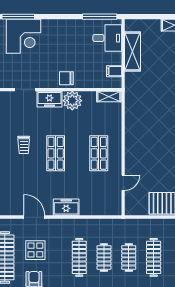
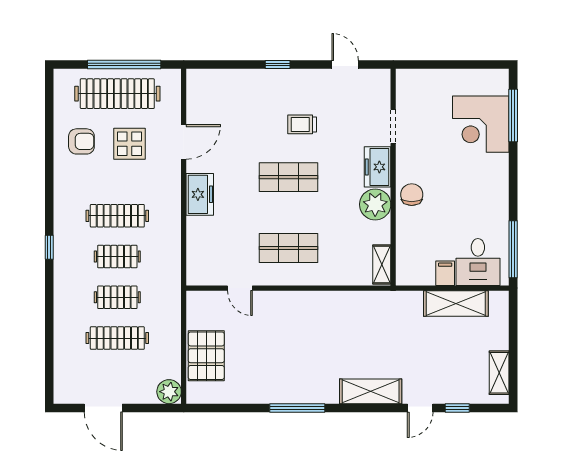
filing cabinet: (114, 71) -> (445, 273), moved

